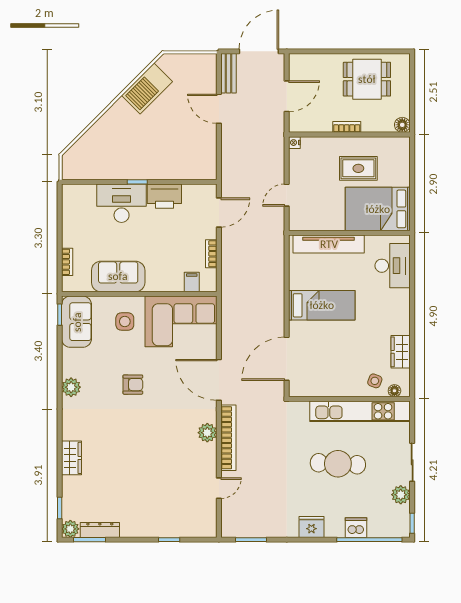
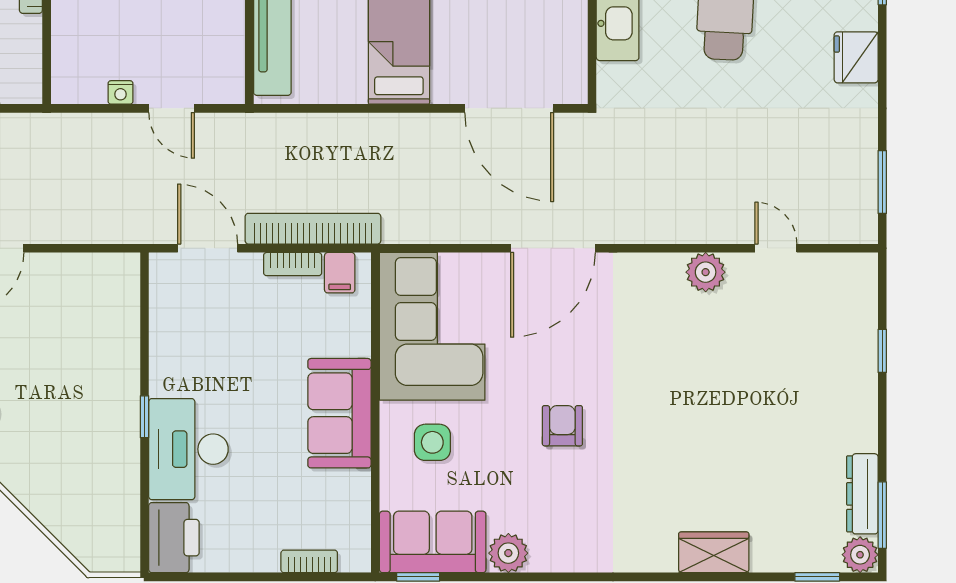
nightstand: (294, 143) -> (120, 92), moved
printer: (164, 196) -> (174, 538), moved
sofa: (118, 276) -> (339, 413), moved
filing cabinet: (192, 282) -> (340, 273), moved, turned -90
plant: (71, 387) -> (508, 553), moved
plant: (207, 433) -> (706, 272), moved
bookcase: (228, 438) -> (313, 229), moved

